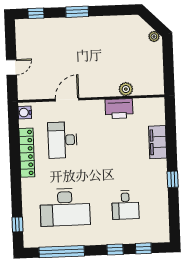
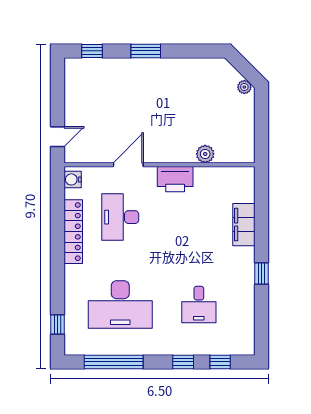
door: (11, 67) -> (58, 137), moved
printer: (119, 109) -> (175, 179), moved

